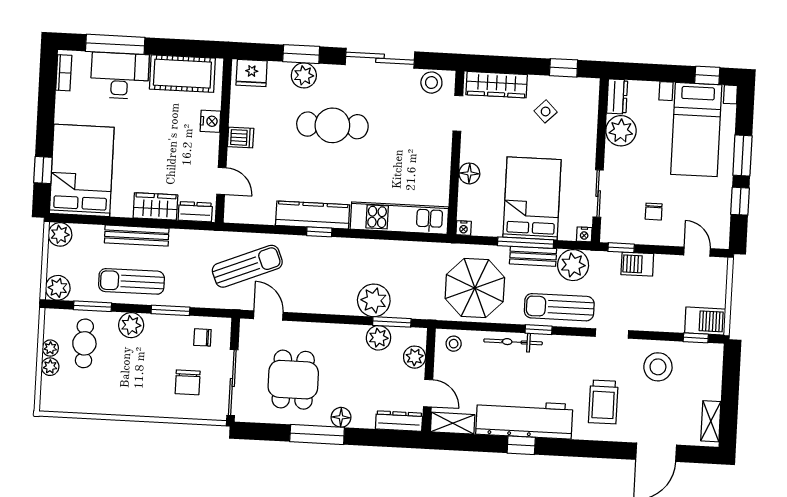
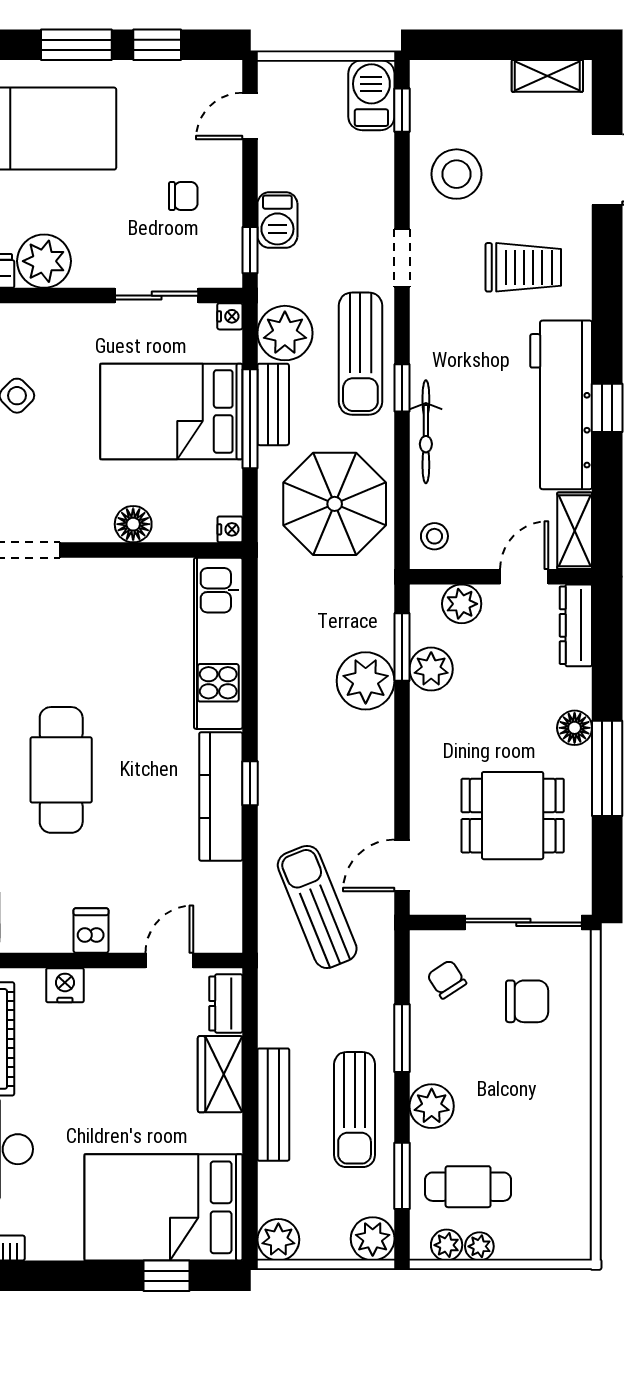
chair: (202, 337) -> (447, 979), turned 147
plant: (50, 367) -> (447, 1245), moved

